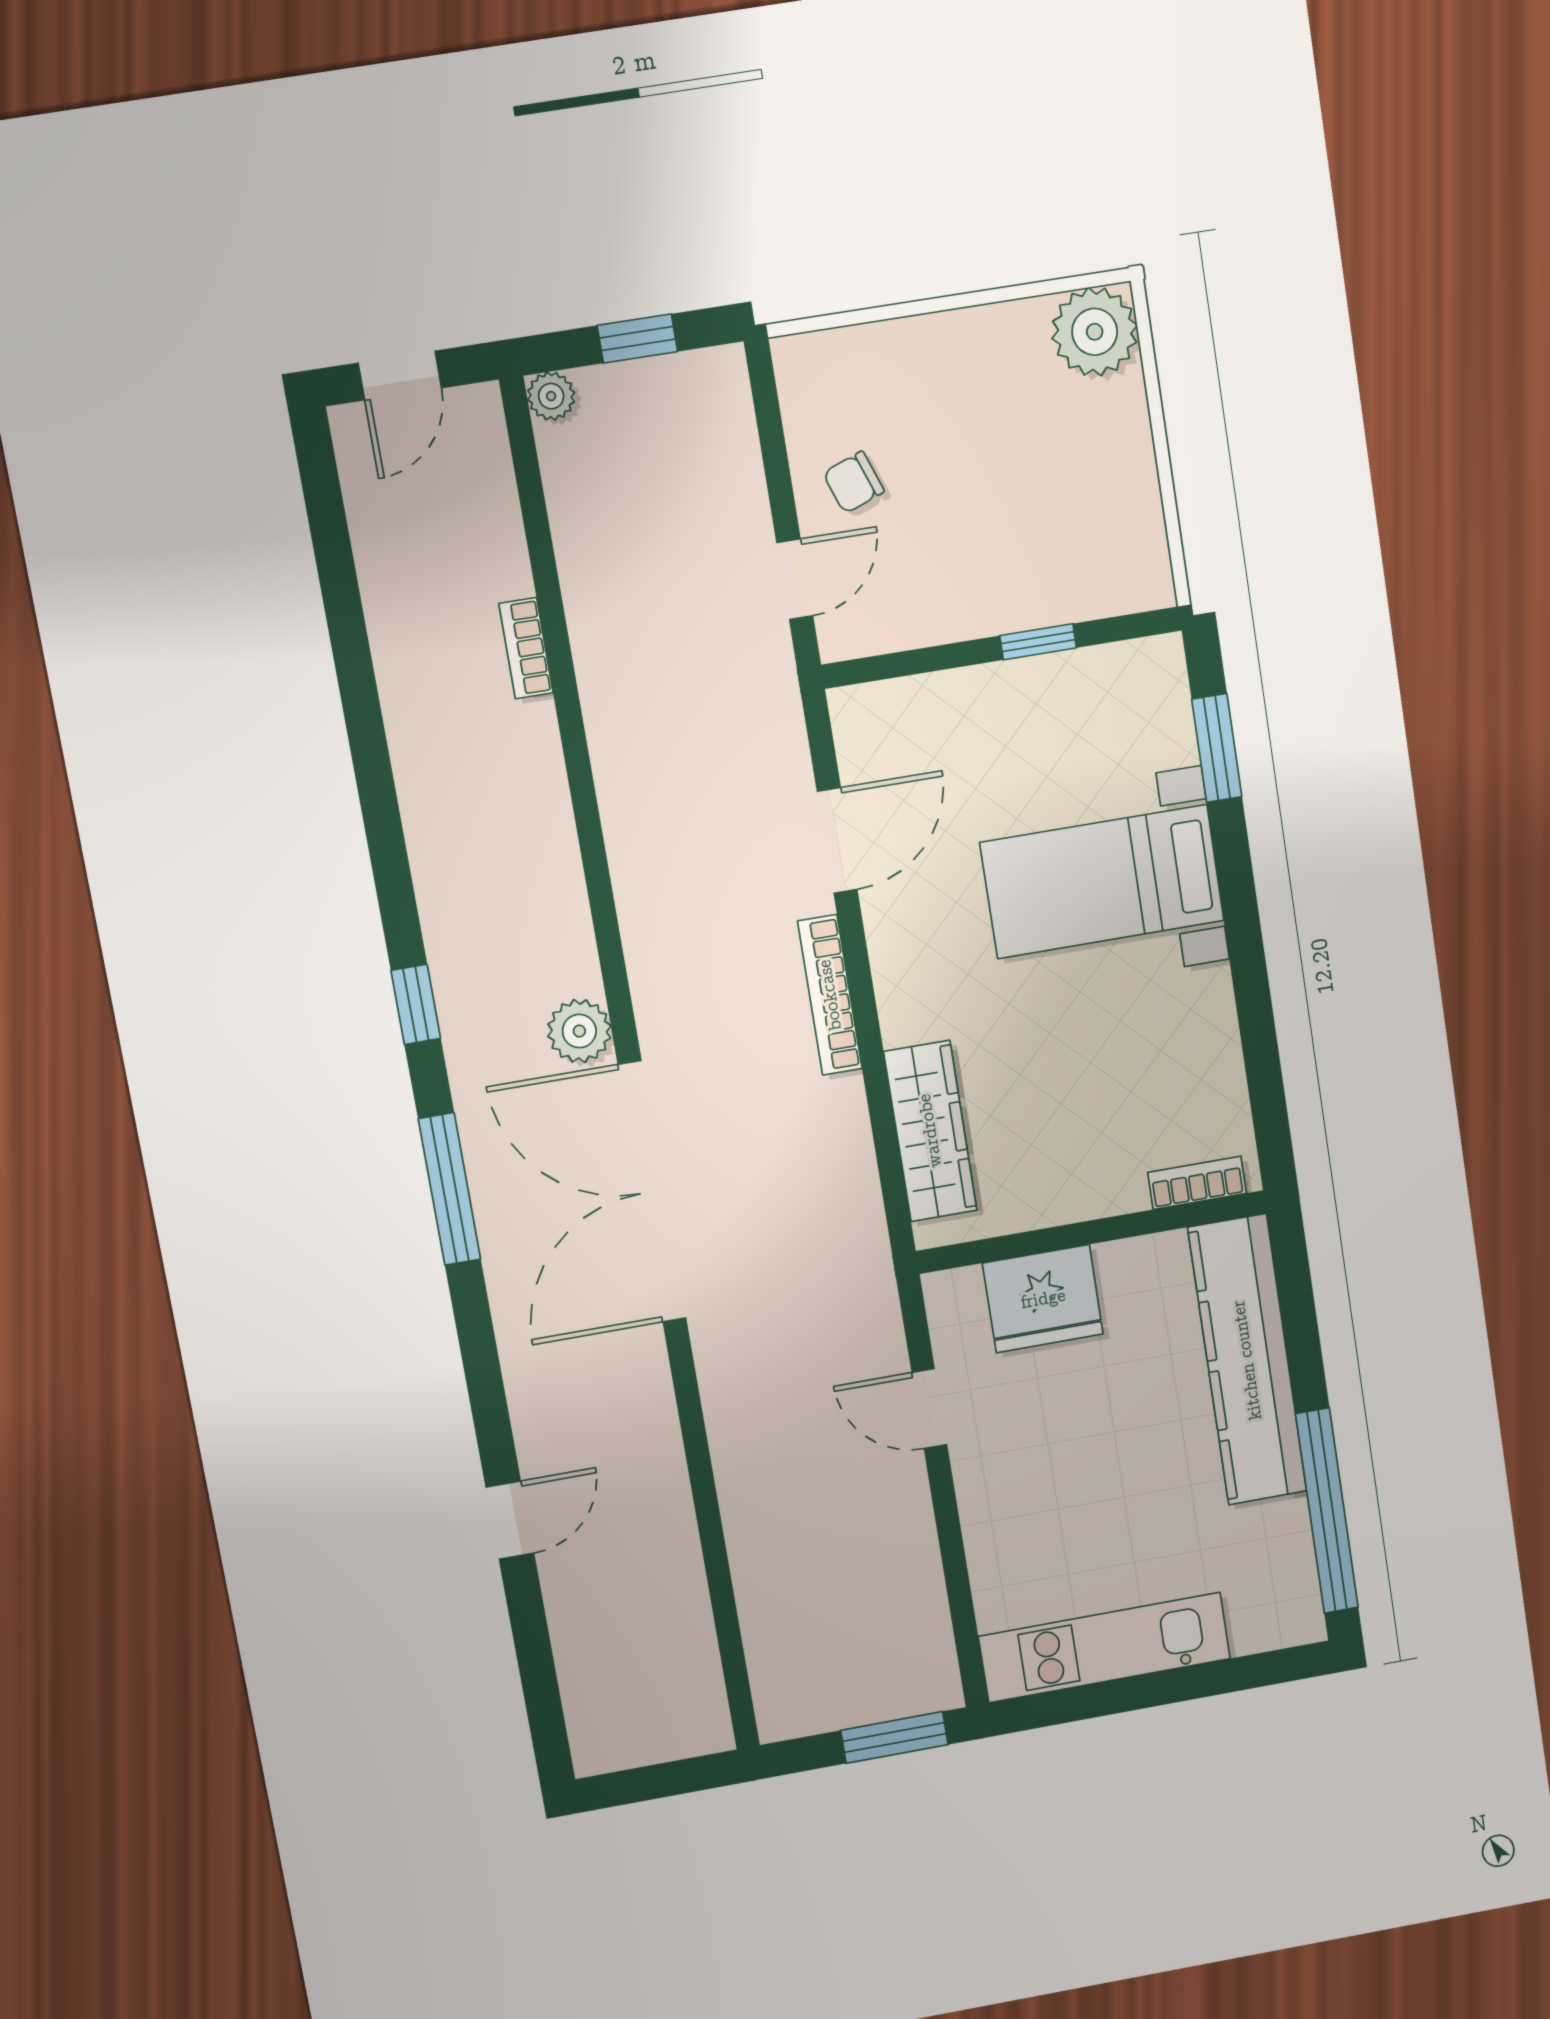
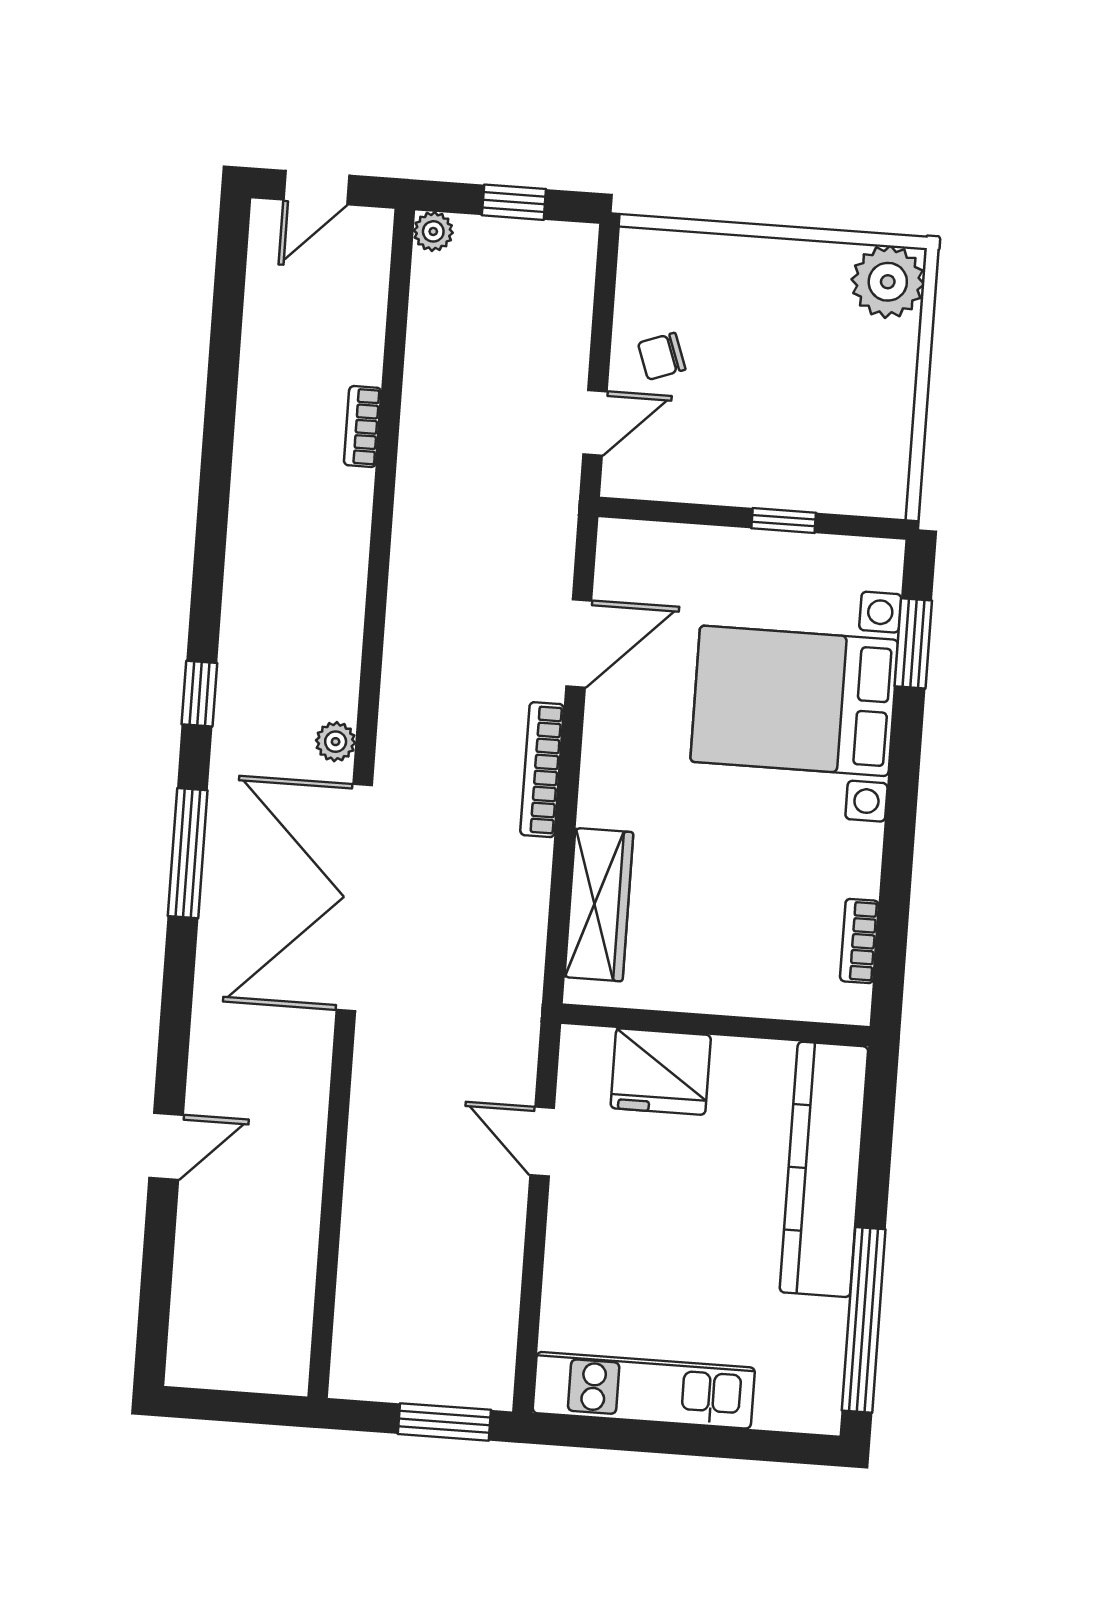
bed with nightstands: (1102, 882) -> (794, 701), width x1.36
plant: (579, 1031) -> (336, 742), width x0.73, depth x0.73
bookcase: (1197, 1183) -> (859, 941), moved, turned -90

